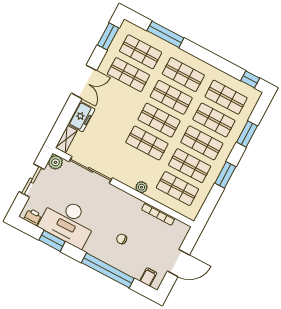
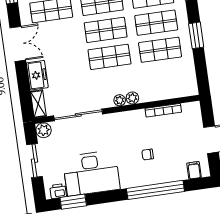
plant: (130, 182) -> (120, 100), added
shop shelf: (177, 189) -> (164, 77), removed
window: (52, 241) -> (73, 202), moved

